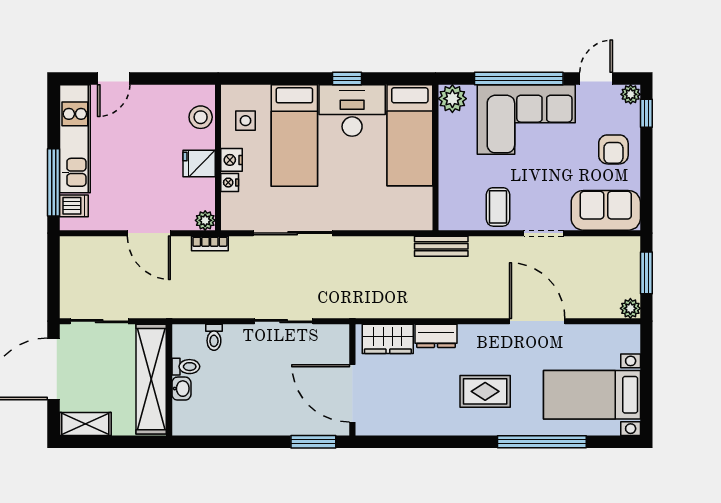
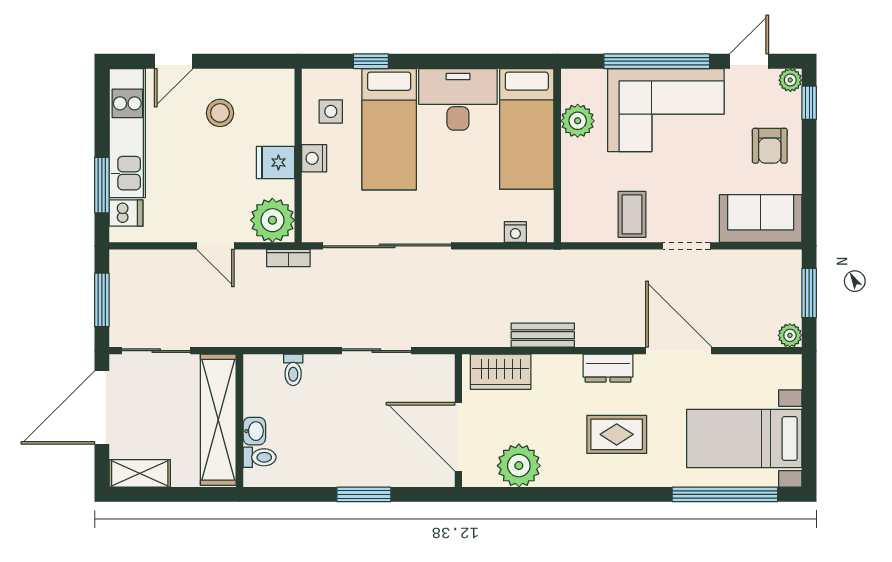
window: (347, 79) -> (371, 61), moved
plant: (452, 99) -> (578, 121), moved
stool: (201, 117) -> (220, 113), moved
window: (54, 182) -> (102, 185), width x0.69
nightstand: (230, 183) -> (515, 232), moved, turned -90
plant: (205, 220) -> (272, 220), width x1.88, depth x1.88
door: (149, 233) -> (215, 246), width x0.73
sliding door: (293, 233) -> (387, 246), width x1.36
bench: (441, 246) -> (543, 335), moved
window: (54, 279) -> (102, 300), added
dresser: (436, 336) -> (608, 368), moved
toilet: (186, 367) -> (260, 457), moved
plant: (403, 417) -> (519, 466), added
window: (313, 442) -> (364, 494), moved
window: (542, 442) -> (725, 494), moved

